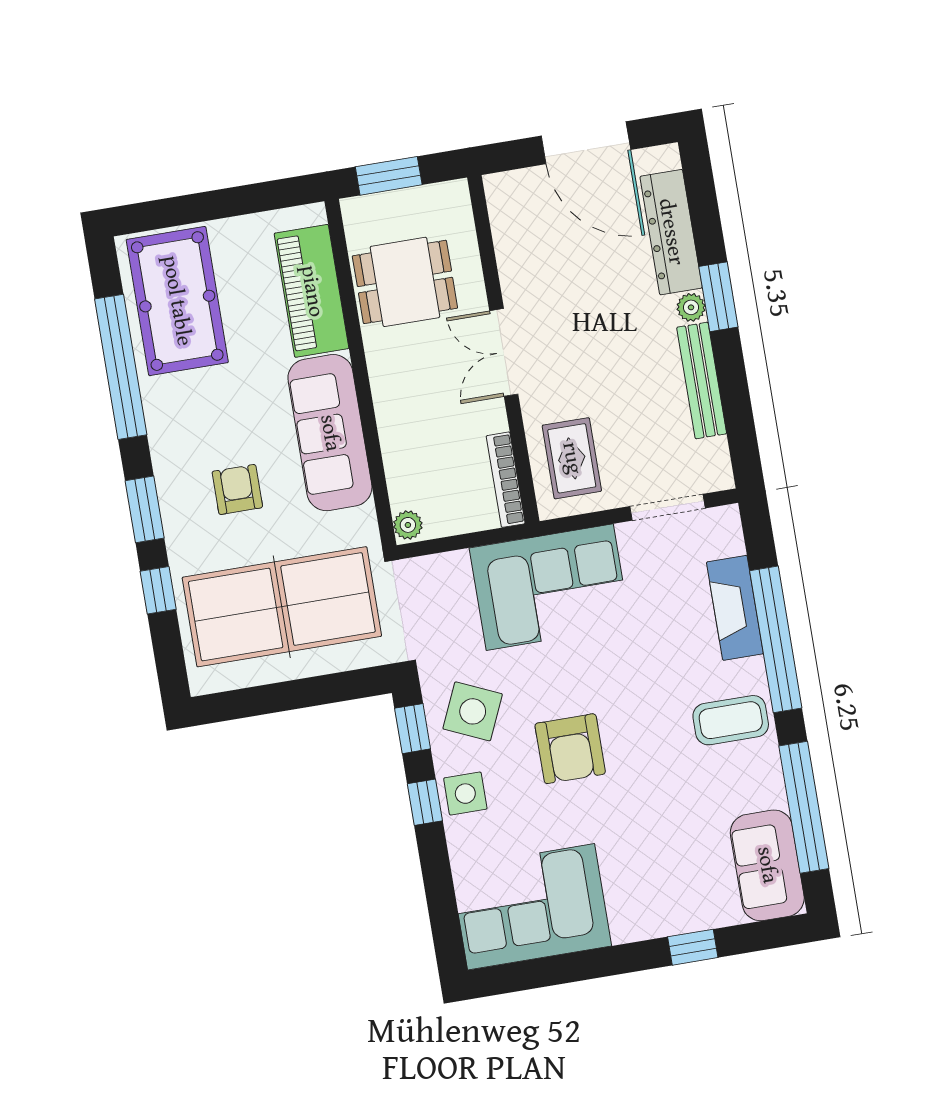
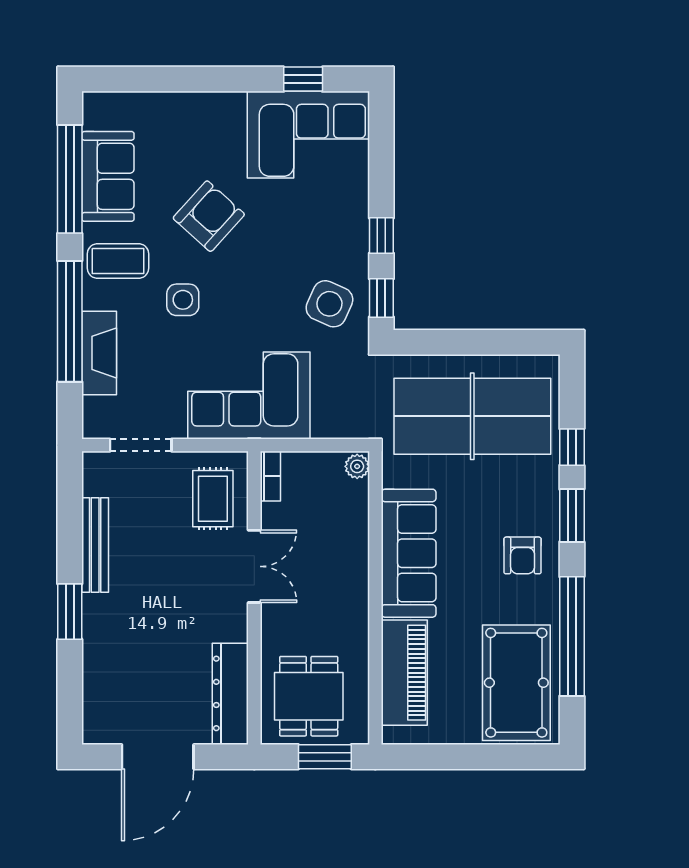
door: (586, 143) -> (158, 757), swing flipped
dresser: (671, 232) -> (230, 693), moved, turned 180
dining table: (405, 282) -> (309, 696), moved, turned 90
plant: (691, 307) -> (94, 607), removed
double door: (504, 352) -> (254, 566), moved
bookcase: (506, 480) -> (270, 476), width x0.64
armchair: (237, 489) -> (523, 555), moved
armchair: (570, 749) -> (209, 216), moved, turned 42
side table: (465, 794) -> (183, 300), moved
sofa: (767, 865) -> (108, 176), moved
window: (693, 947) -> (303, 79), moved

